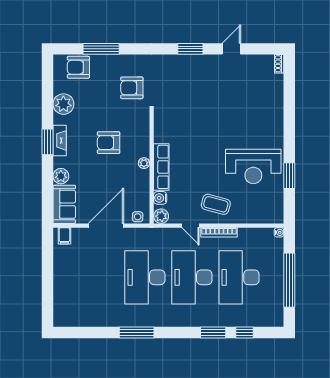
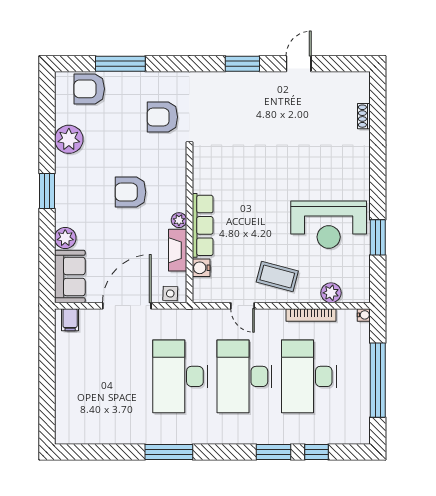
shoe rack: (279, 64) -> (364, 116), moved
fireplace: (60, 140) -> (178, 250), moved, turned 180
plant: (161, 216) -> (331, 293), moved
bookcase: (219, 232) -> (311, 315), moved

